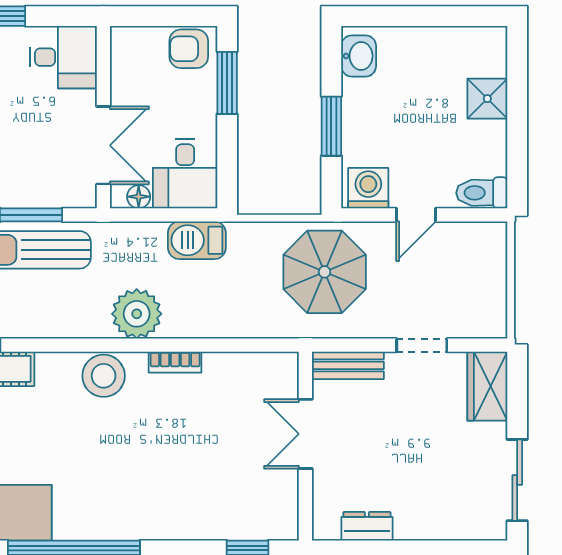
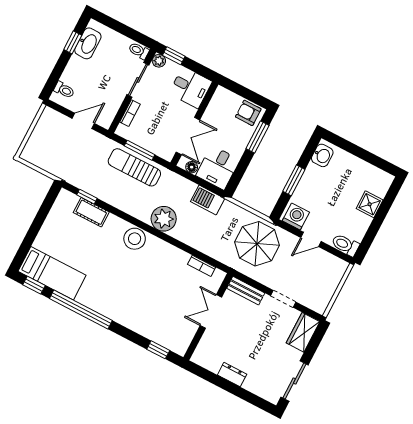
bookcase: (175, 362) -> (202, 266), moved
dresser: (367, 526) -> (232, 375), moved

